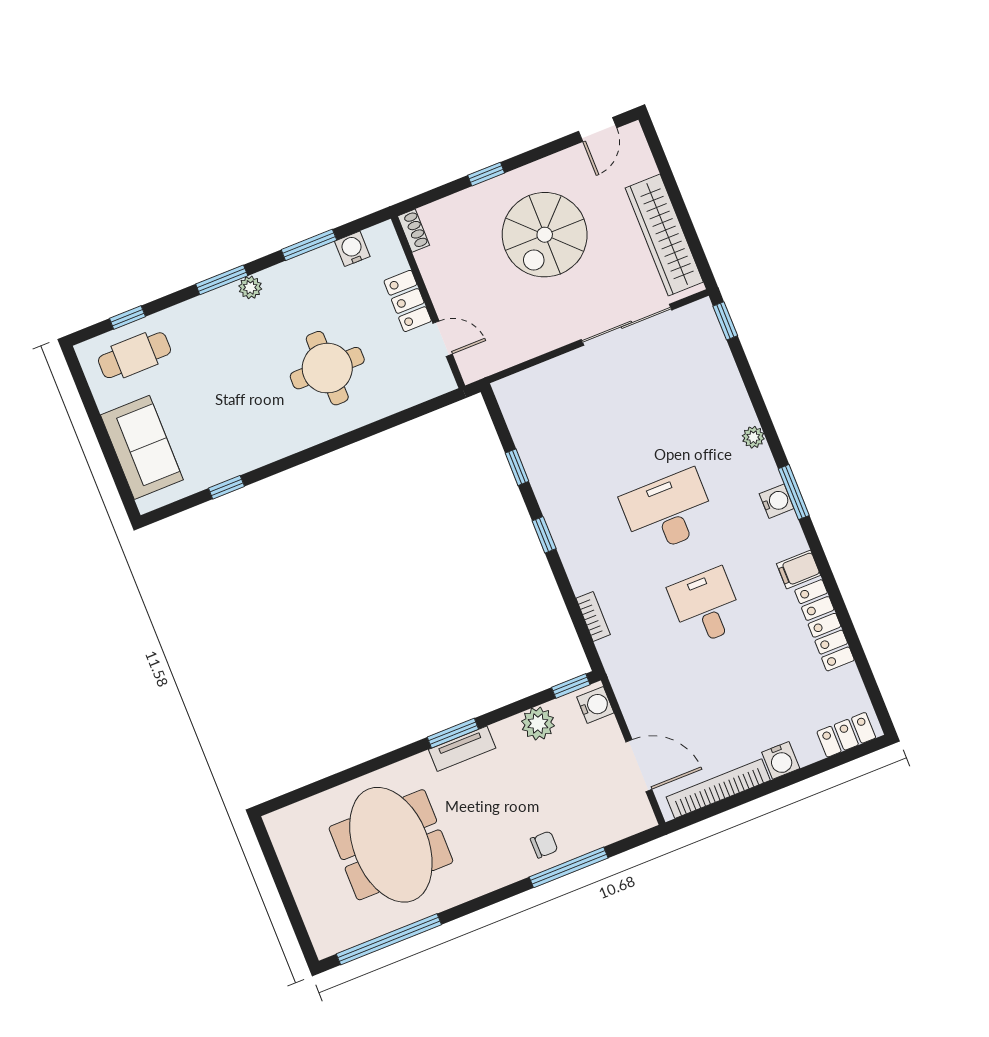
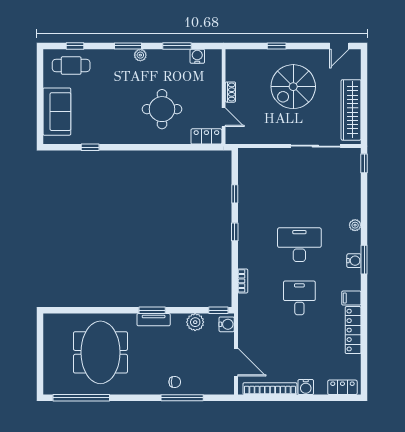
shoe rack: (414, 231) -> (230, 92), moved
locker: (408, 301) -> (206, 136), moved, turned 90

